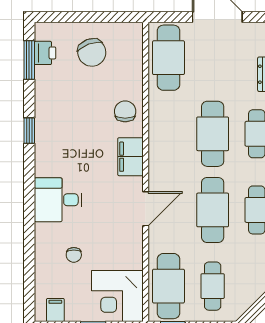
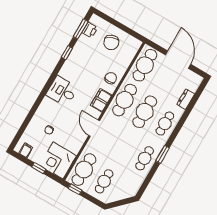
window: (29, 131) -> (67, 53), moved
desk: (58, 200) -> (62, 91), moved
door: (146, 209) -> (94, 128), swing flipped
cafe table: (213, 210) -> (125, 100), moved

